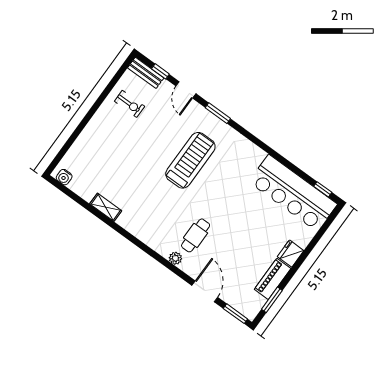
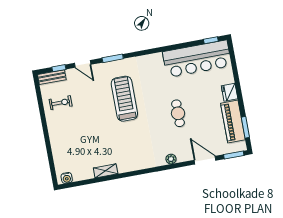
cafe table: (196, 235) -> (178, 113), moved
piano: (273, 279) -> (233, 122), width x1.37, depth x1.33

